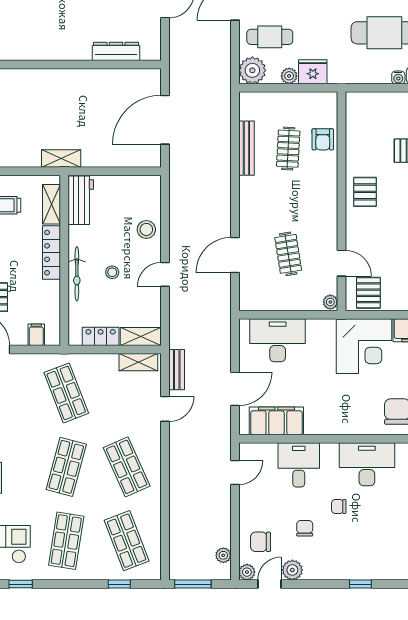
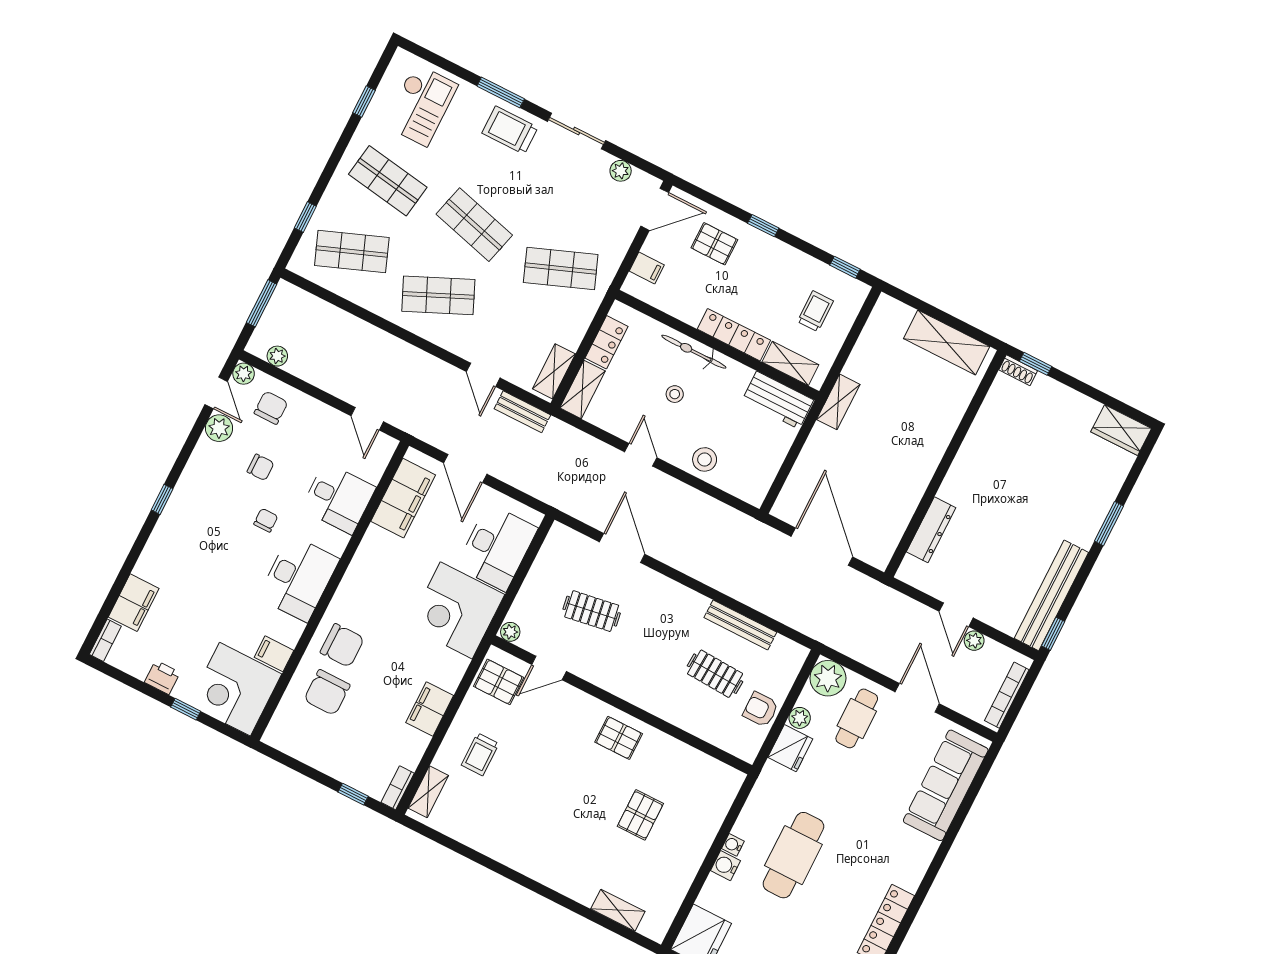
armchair: (323, 139) -> (761, 709), moved
corner desk: (364, 346) -> (456, 610), moved

